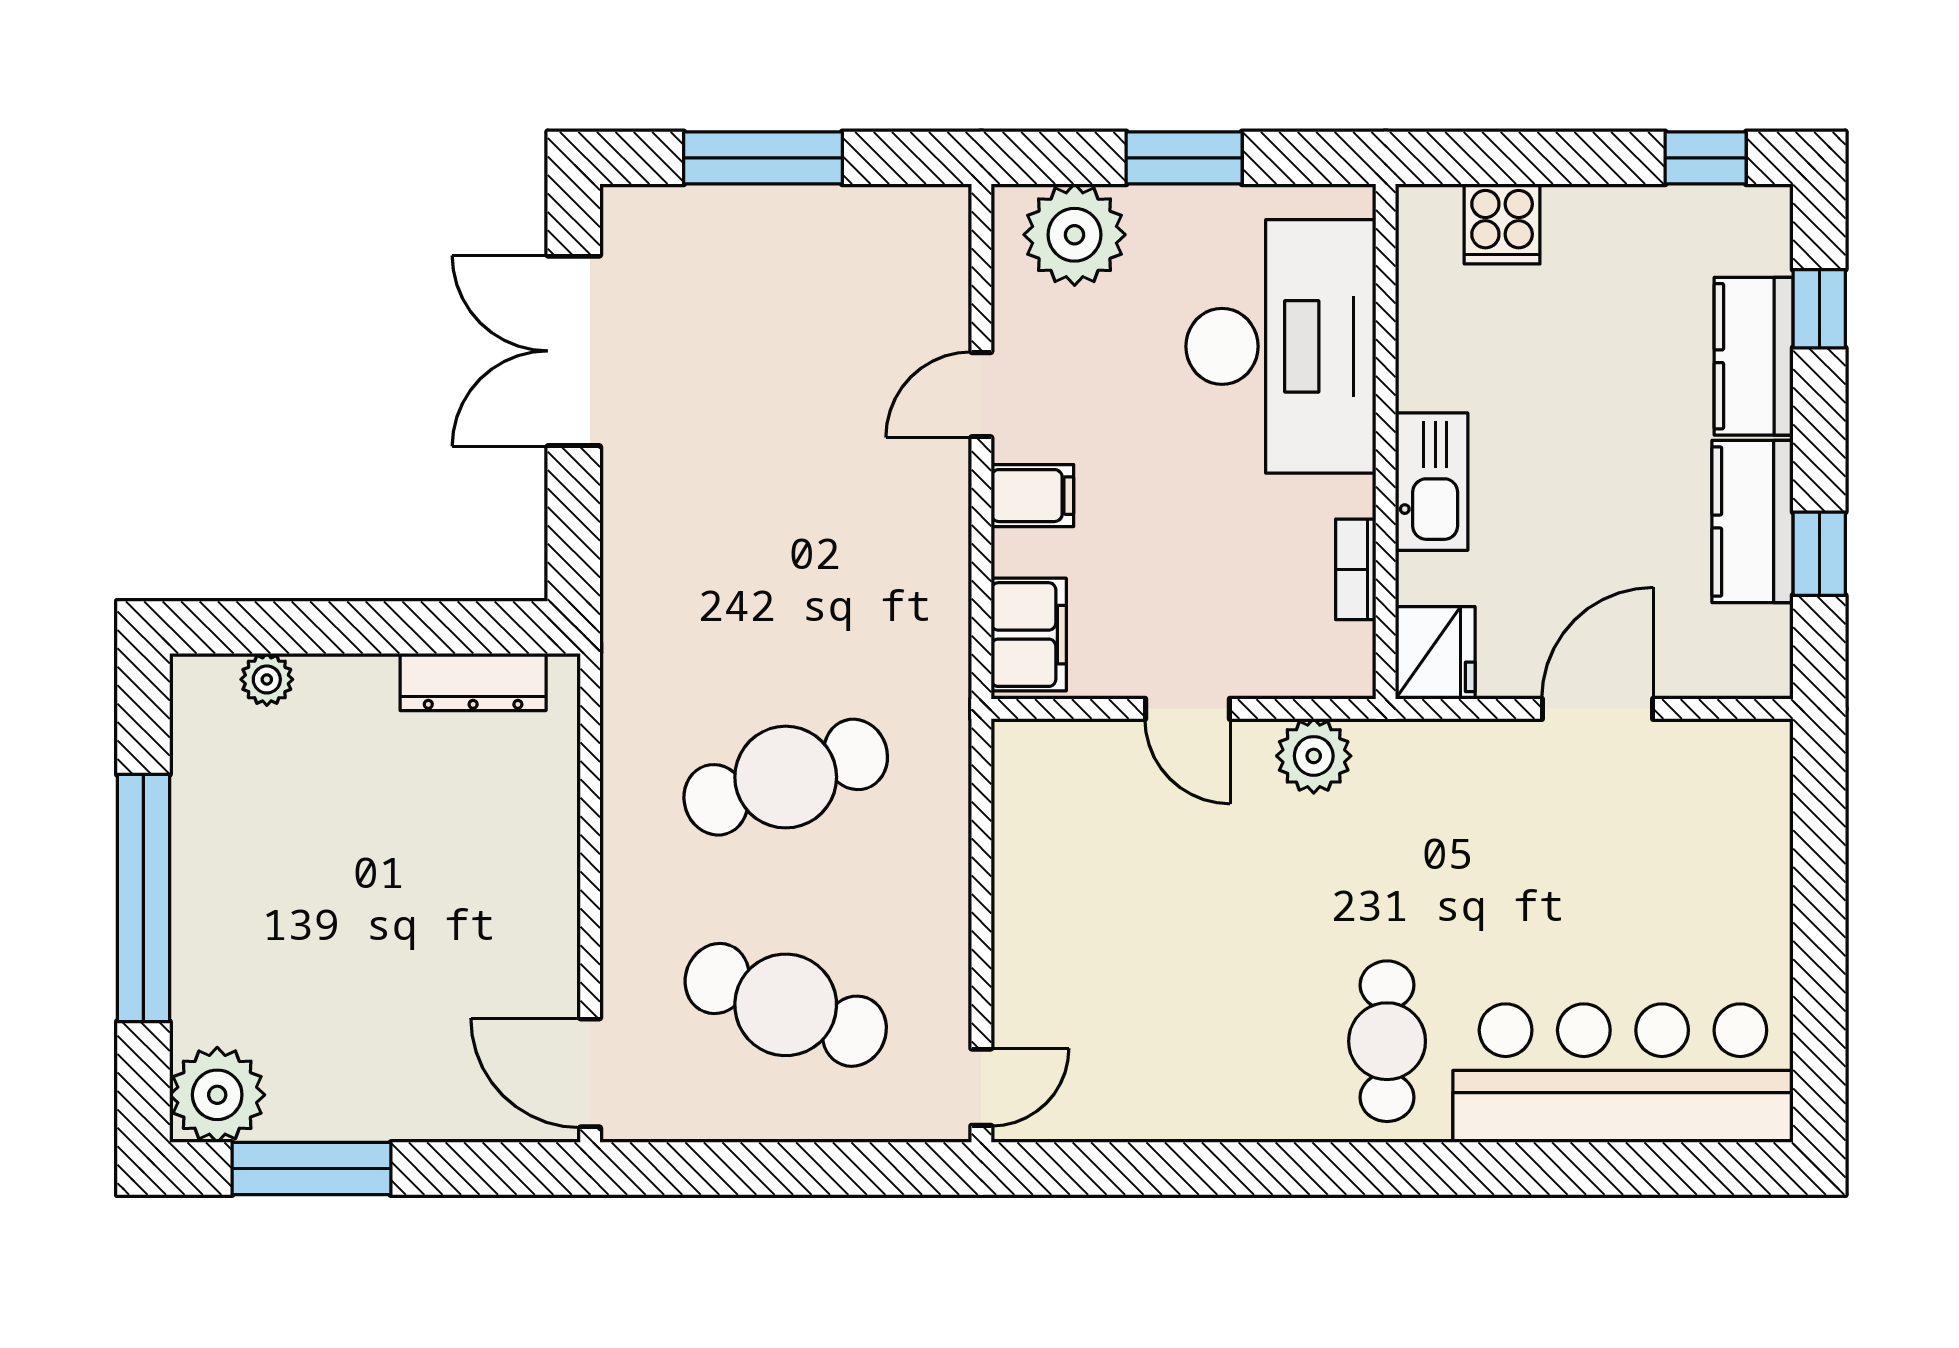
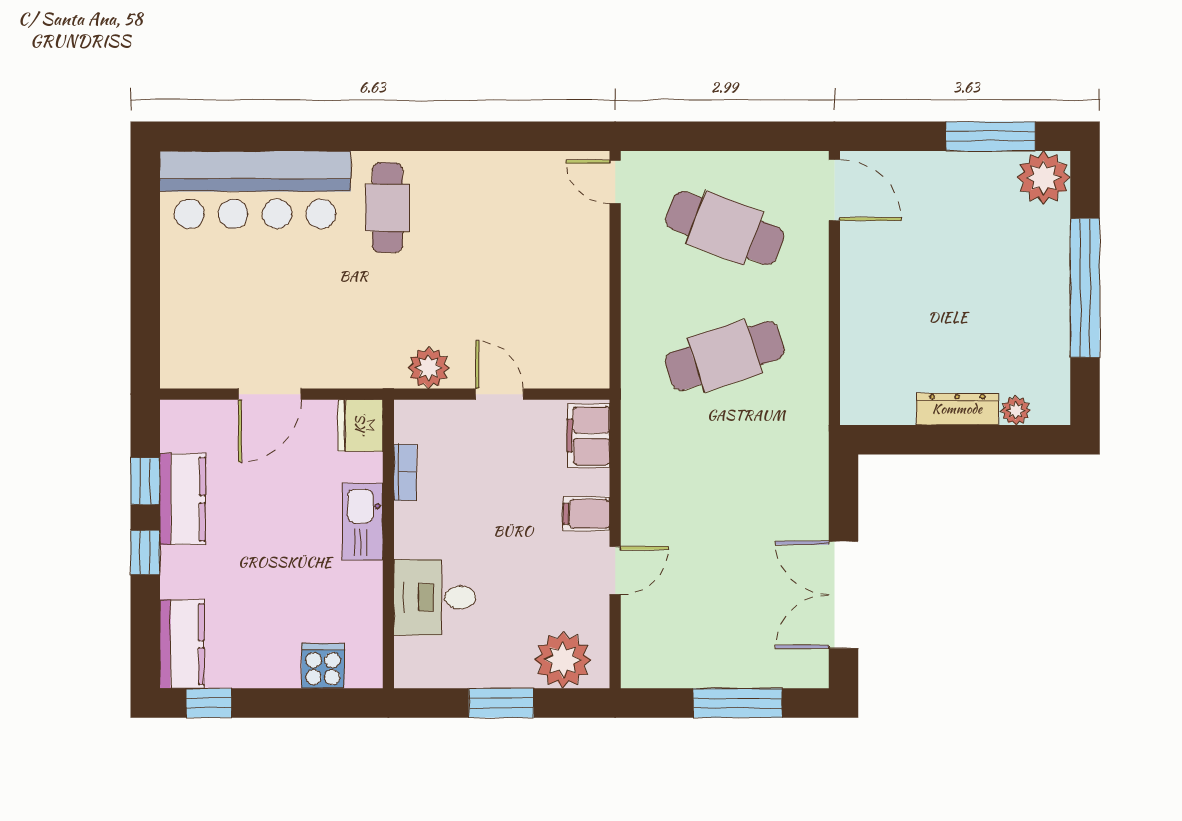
window: (1819, 309) -> (145, 552), moved
desk: (1281, 346) -> (435, 597), width x0.53, depth x0.77
double door: (574, 351) -> (844, 595), swing flipped
kitchen counter: (1754, 356) -> (182, 644), moved
dresser: (473, 682) -> (957, 409), moved
door: (981, 1087) -> (615, 182), hinge flipped

